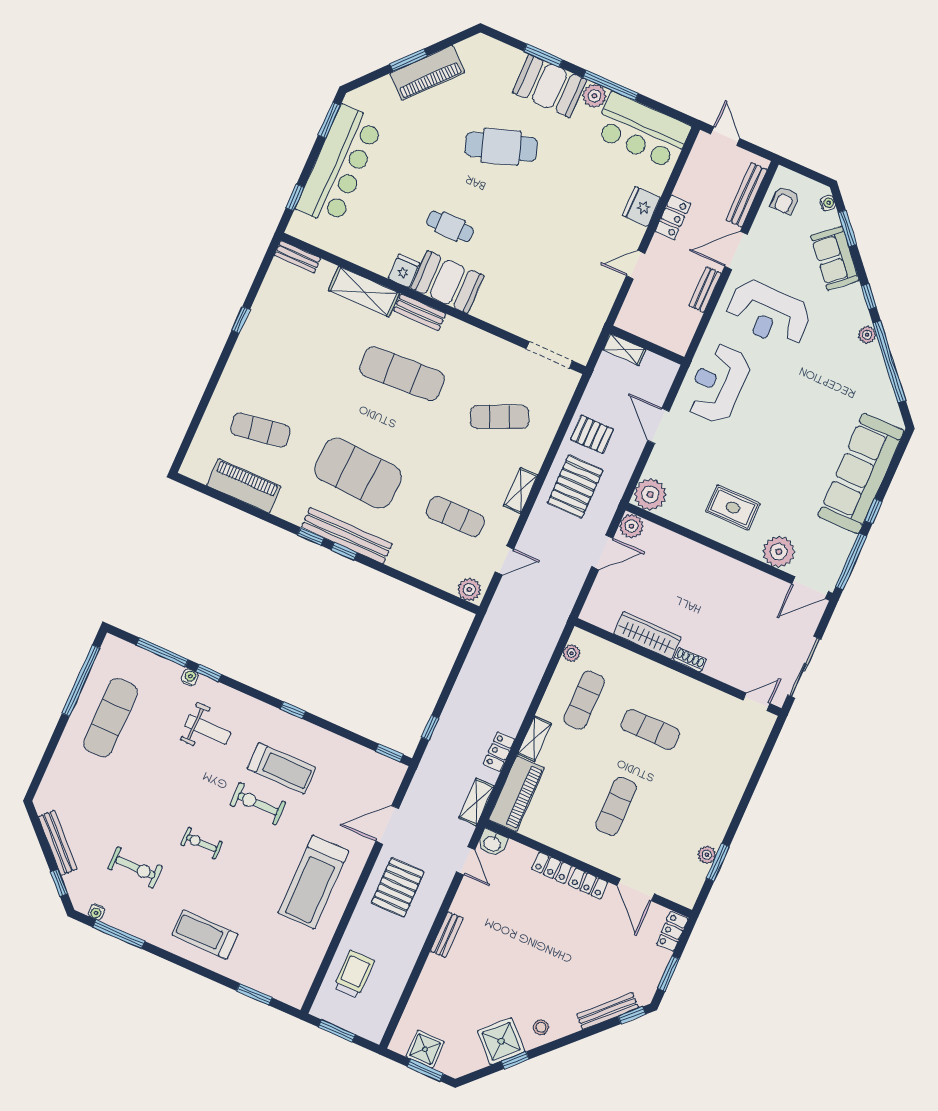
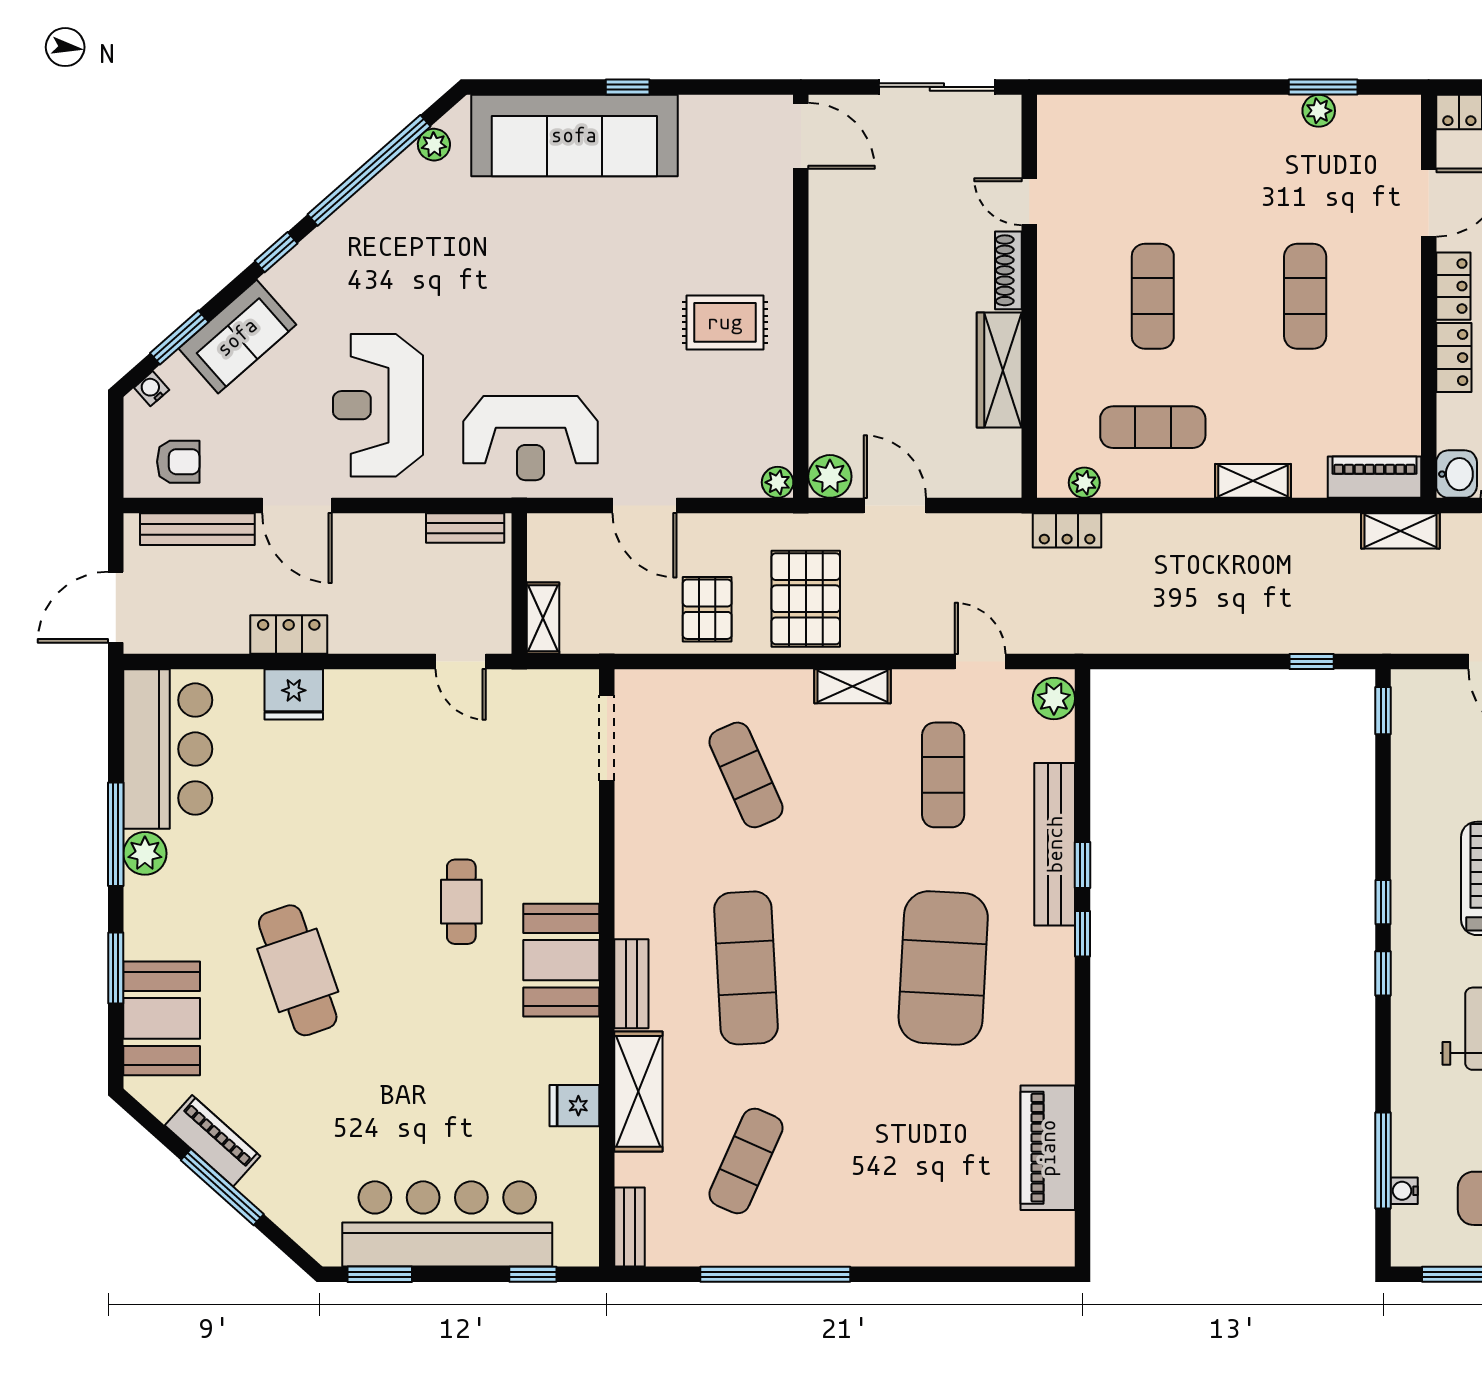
window: (409, 60) -> (222, 1187), width x1.44
piano: (427, 73) -> (213, 1141), width x0.73, depth x0.75
booth: (549, 86) -> (162, 1018), moved
door: (725, 136) -> (116, 607), width x1.38
cafe table: (450, 226) -> (461, 902), moved
door: (636, 265) -> (461, 662), moved
fridge: (404, 271) -> (574, 1106), moved
bench: (705, 290) -> (465, 528), moved
reception desk: (769, 314) -> (378, 405), turned 180
window: (241, 320) -> (775, 1274), width x3.17
plant: (867, 335) -> (434, 145), moved
door: (658, 426) -> (644, 506), hinge flipped
exercise mat: (260, 430) -> (746, 1161), moved, turned 33
pallet: (575, 487) -> (806, 599), turned 90
plant: (650, 494) -> (778, 482), width x0.53, depth x0.53
rug: (733, 508) -> (725, 322), turned 90
window: (311, 536) -> (1082, 865), moved
bench: (347, 536) -> (1055, 844), moved
plant: (779, 552) -> (764, 214), removed
window: (851, 561) -> (727, 87), removed
shoe rack: (690, 660) -> (1008, 270), width x1.43
window: (209, 673) -> (1383, 973), moved
water cooler: (190, 677) -> (1404, 1191), moved
door: (756, 702) -> (1029, 202), moved
locker: (499, 752) -> (1067, 530), moved
piano: (517, 794) -> (1375, 477), width x0.73, depth x0.75
exercise mat: (616, 806) -> (1305, 296), turned 90

